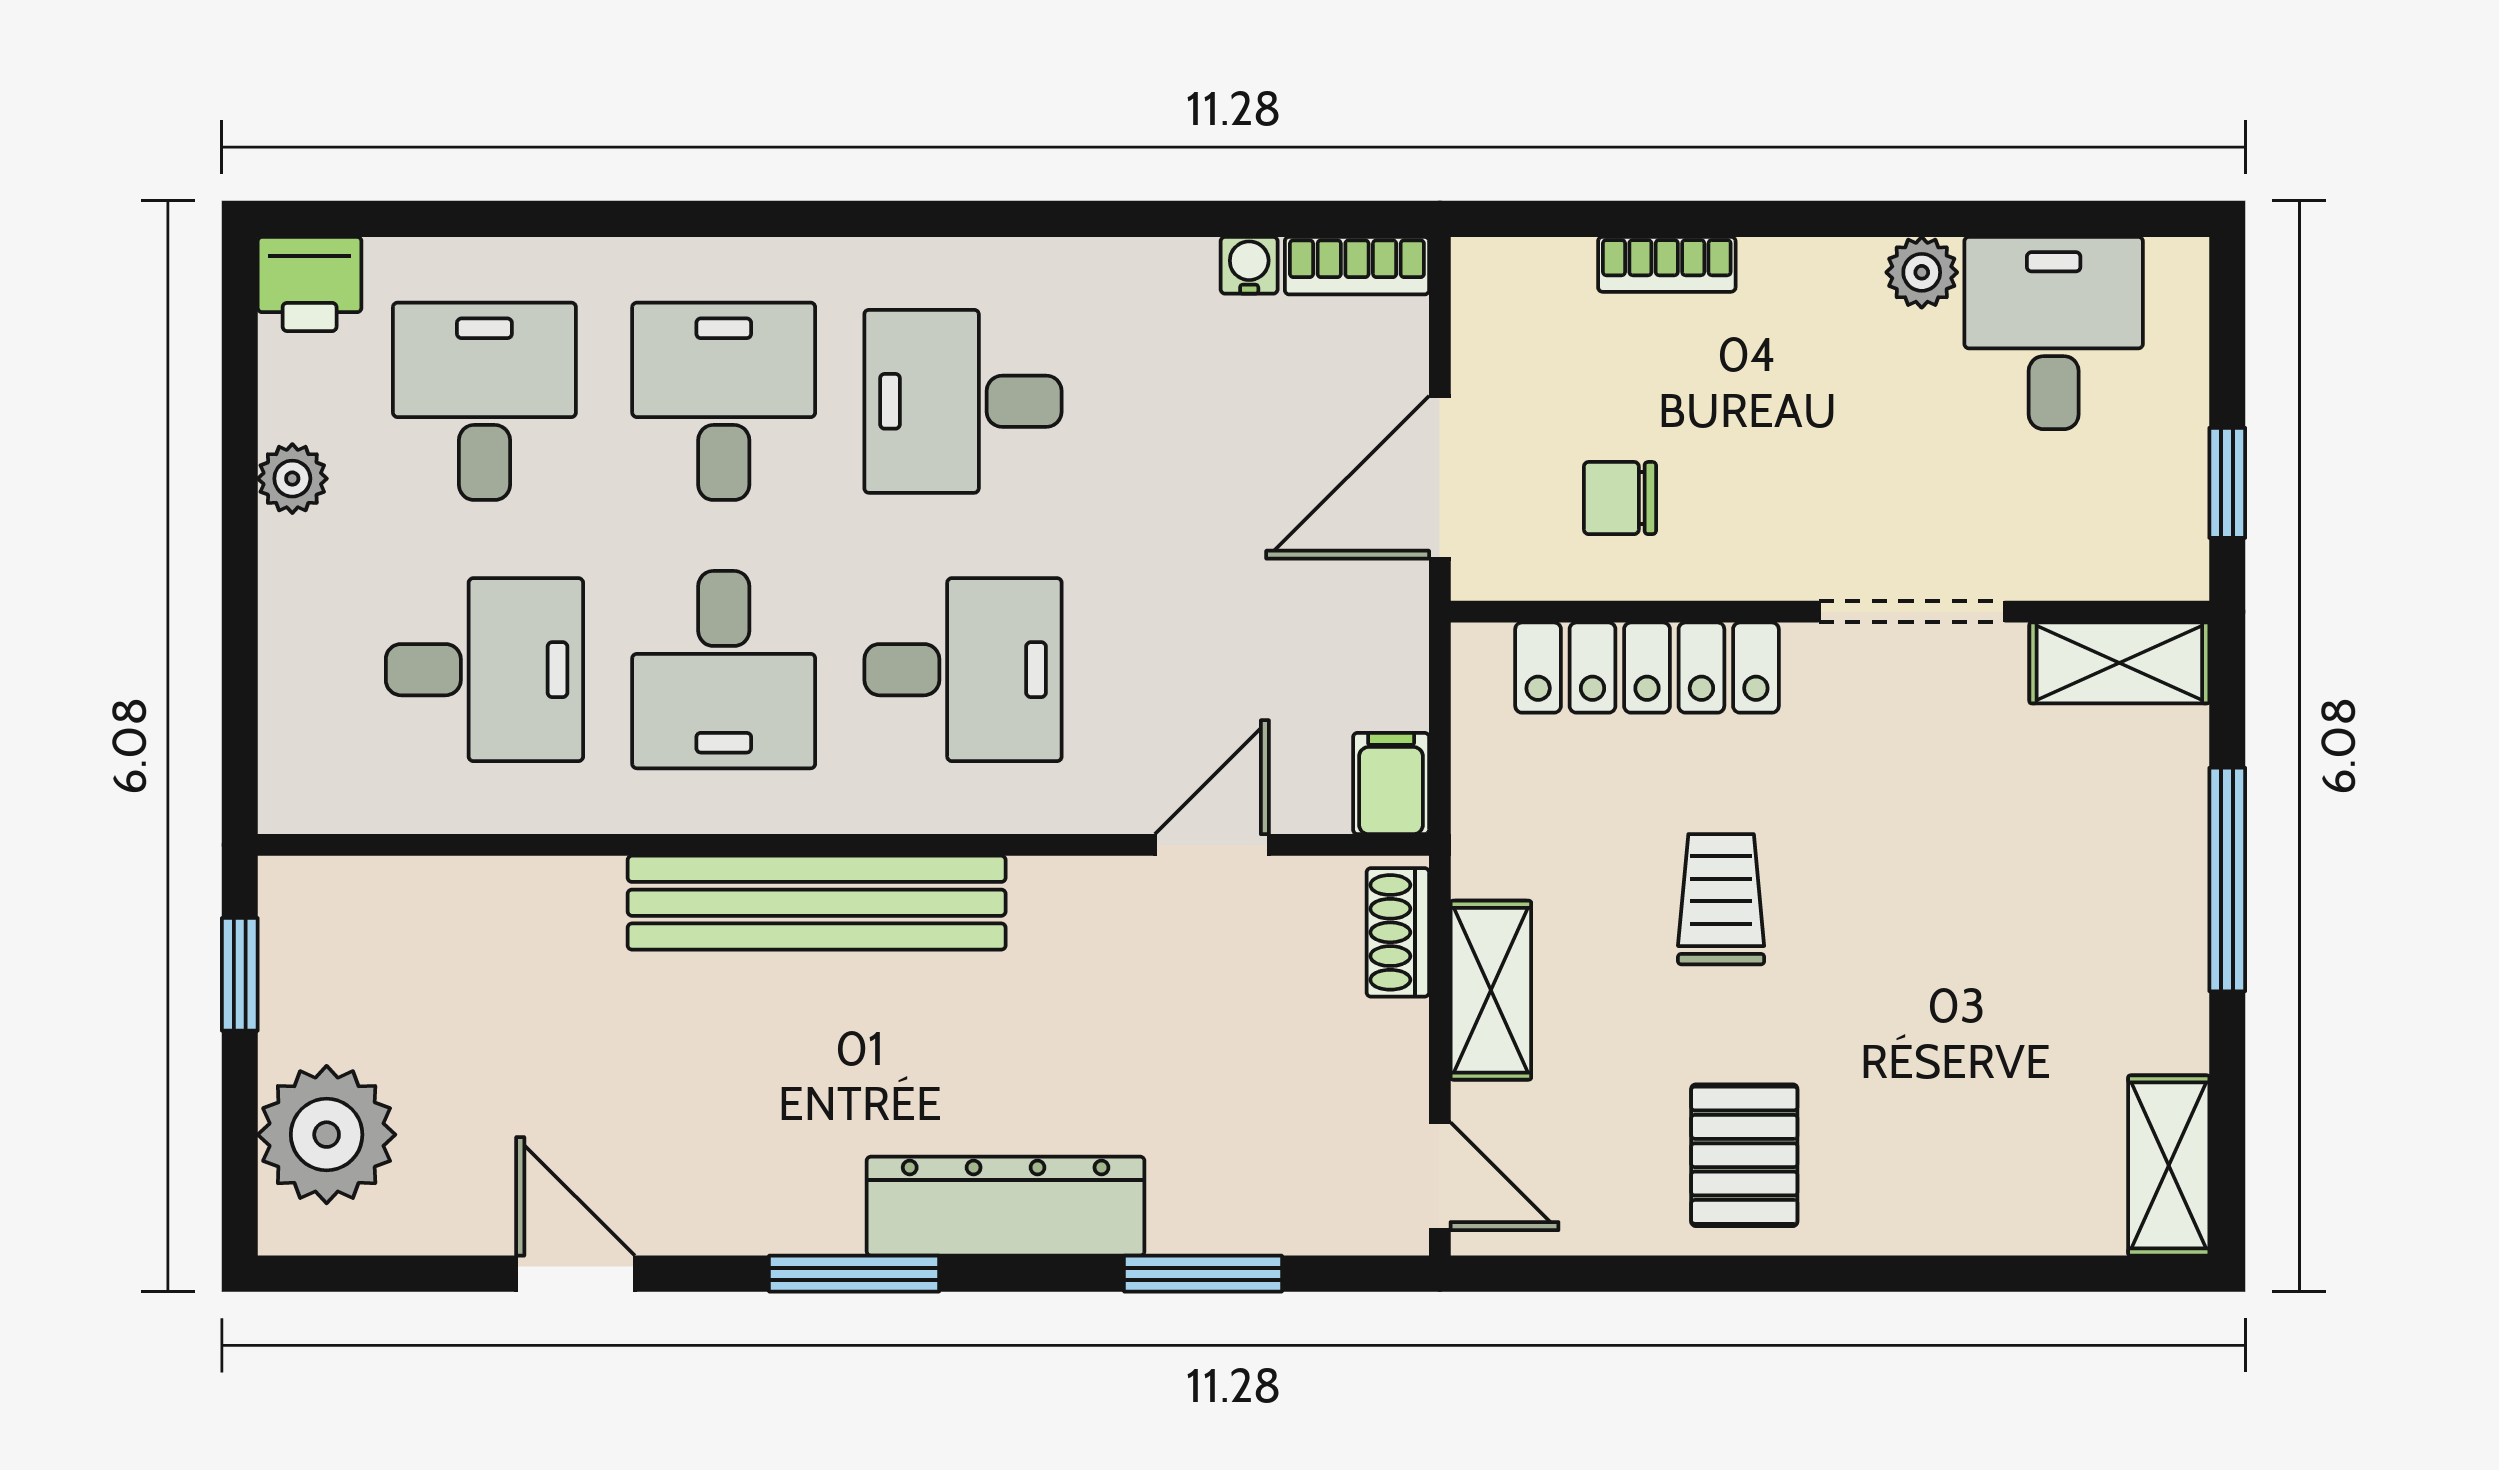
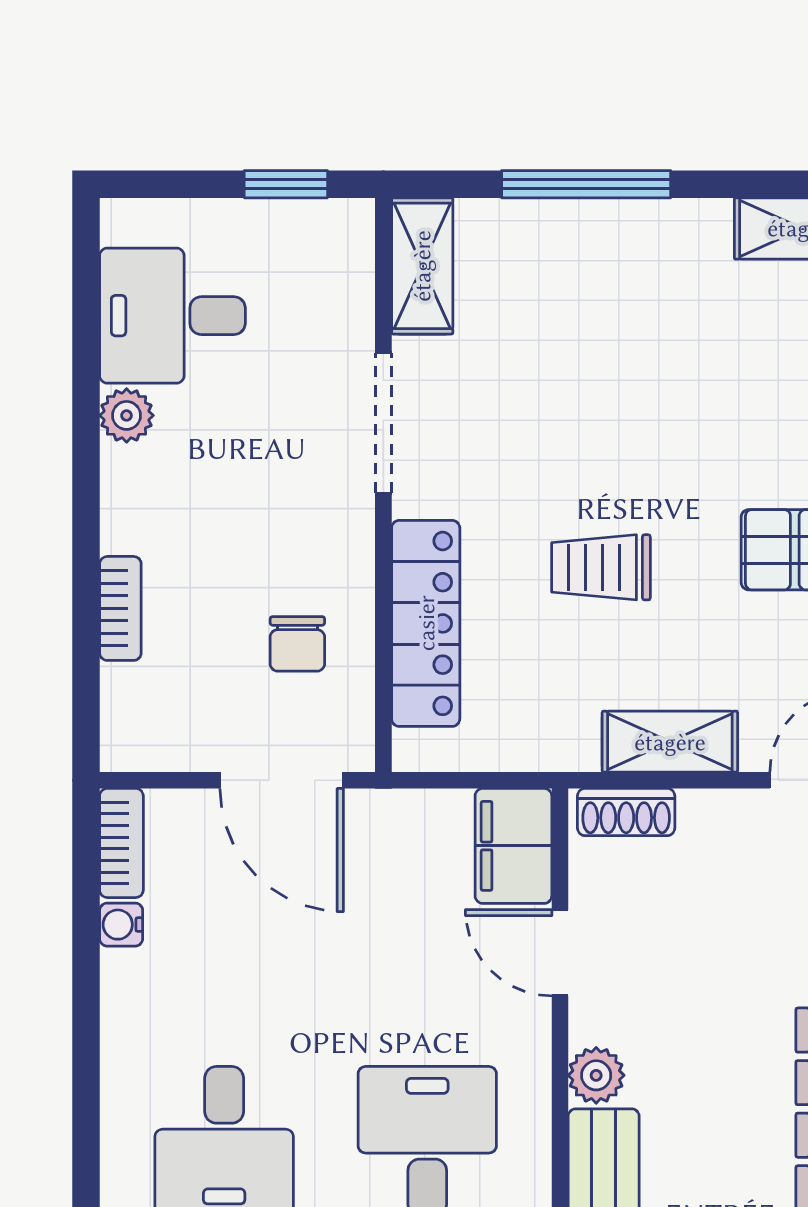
filing cabinet: (1391, 783) -> (513, 846), width x2.00
plant: (1050, 893) -> (596, 1075), added

